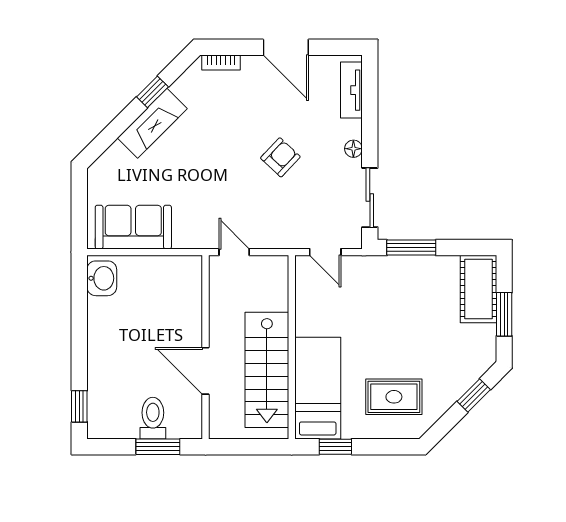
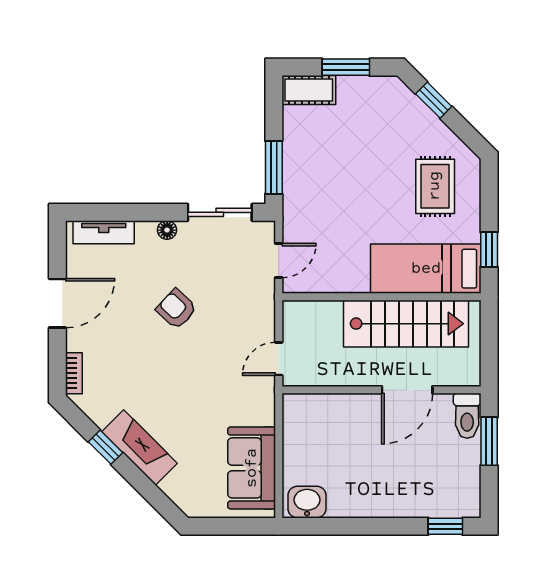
cot: (478, 289) -> (309, 90), width x0.73, depth x0.75
toilet: (153, 418) -> (467, 416), moved, turned -90

